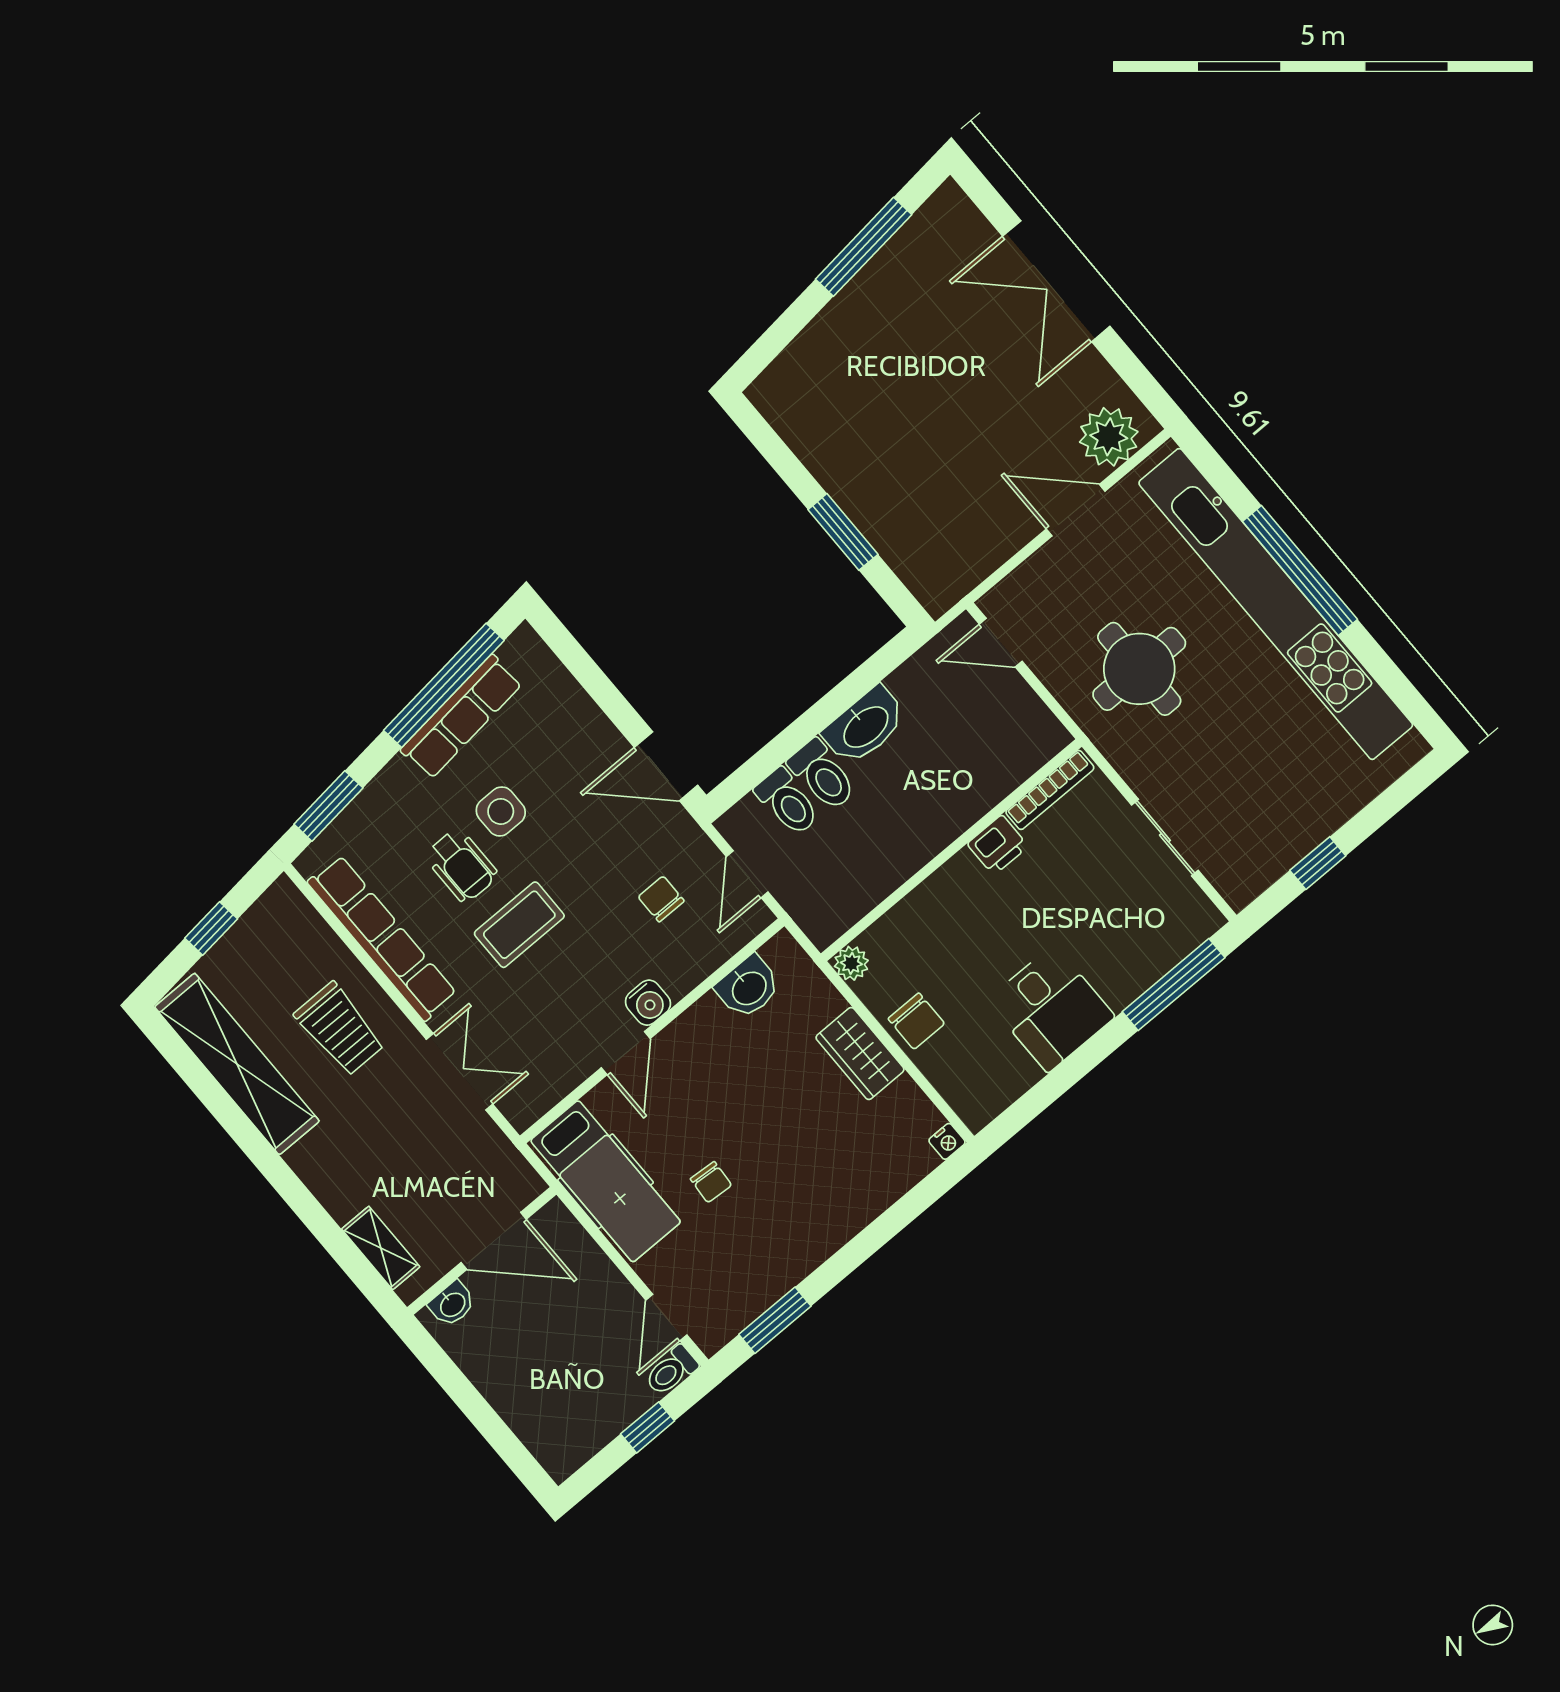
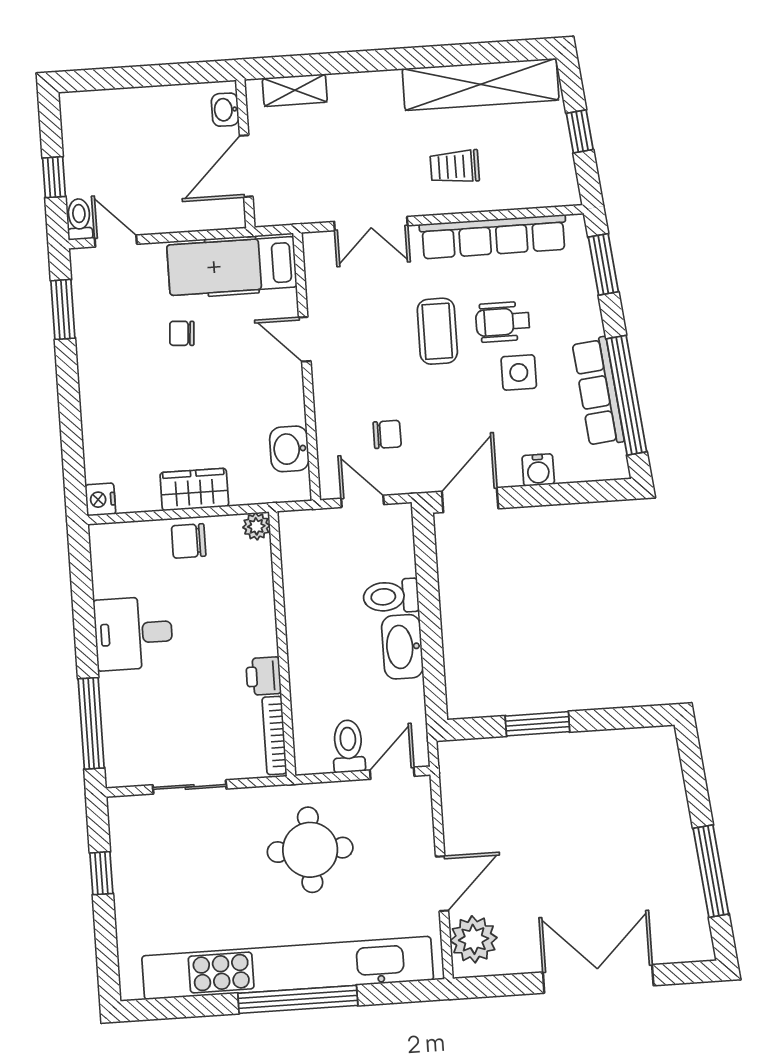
toilet: (787, 802) -> (348, 746), moved, turned 90
water cooler: (648, 1003) -> (538, 470), moved, turned -90
trolley: (340, 1029) -> (455, 167), width x0.73, depth x0.72
nightstand: (947, 1141) -> (100, 499), width x1.39, depth x1.35

